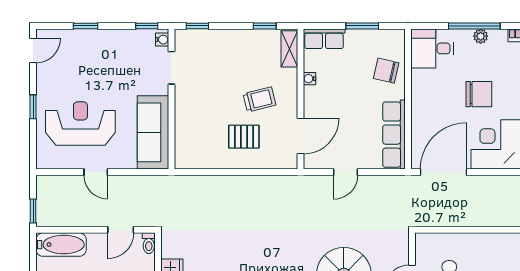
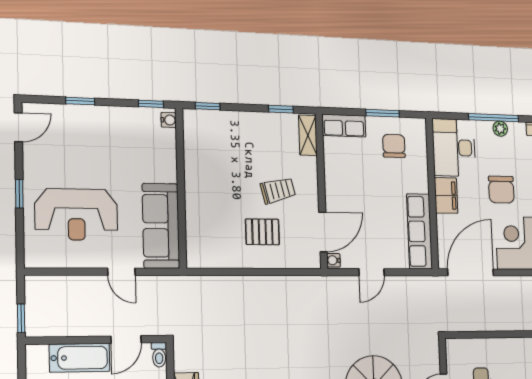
desk: (432, 48) -> (454, 148), width x1.37
doorway: (172, 68) -> (180, 152), removed
chair: (386, 71) -> (394, 146), moved, turned 77
water cooler: (309, 79) -> (333, 260), moved
chair: (479, 94) -> (501, 190), turned 90
filing cabinet: (422, 101) -> (446, 195), added
reception desk: (80, 124) -> (76, 214), turned 180
door: (96, 172) -> (121, 272), moved
bathtub: (61, 245) -> (80, 358), moved

